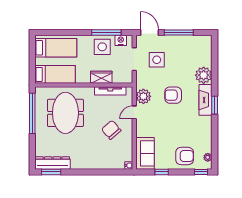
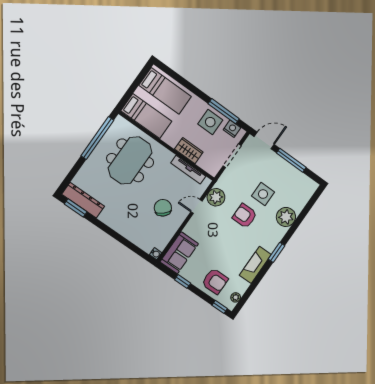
door: (149, 33) -> (264, 141), hinge flipped
side table: (157, 60) -> (263, 194), moved
fireplace: (206, 100) -> (255, 265), moved

